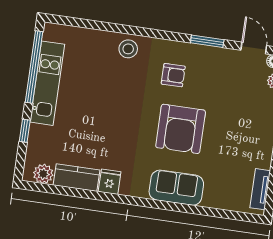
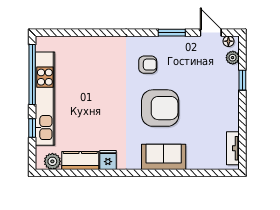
stool: (128, 49) -> (107, 48), removed
kitchen unit: (47, 83) -> (45, 99), width x1.36
armchair: (181, 129) -> (160, 108), turned -90

